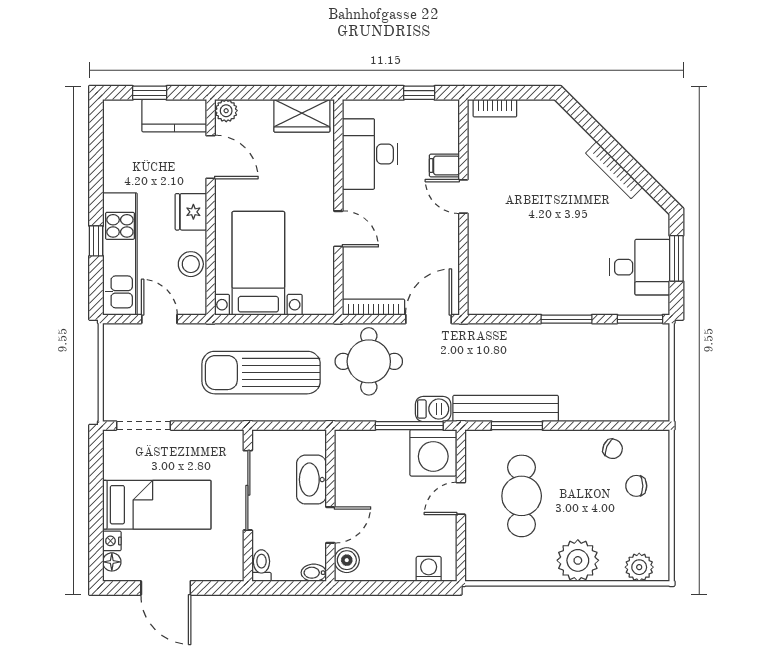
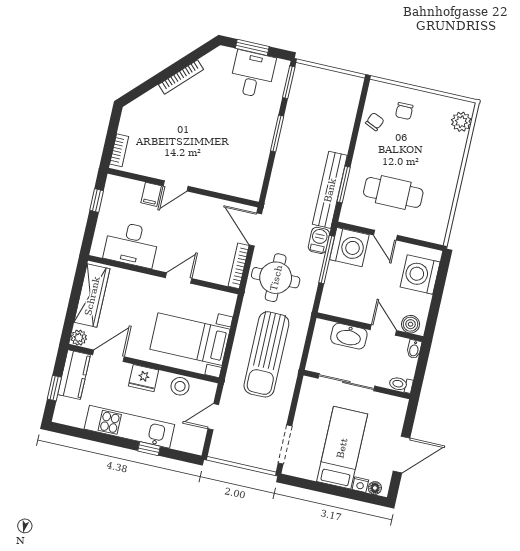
wardrobe: (302, 116) -> (92, 296), width x1.50
kitchen unit: (120, 254) -> (129, 427), moved
plant: (578, 560) -> (447, 163), removed
washing machine: (429, 569) -> (420, 274), width x1.89, depth x1.89

